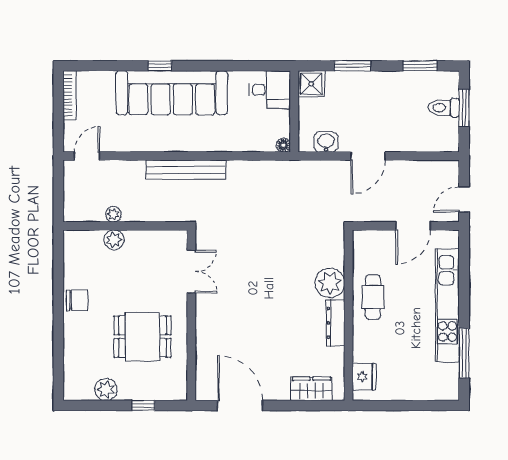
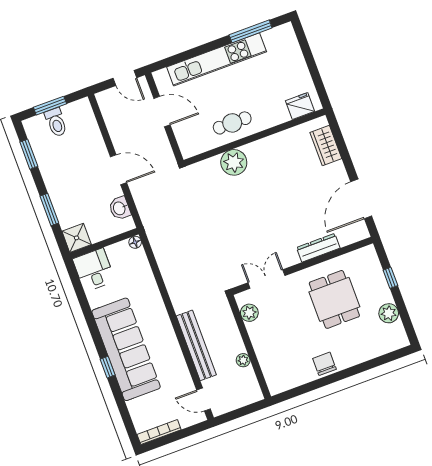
bench: (186, 170) -> (196, 345), moved
plant: (114, 240) -> (249, 313), moved
dresser: (336, 323) -> (318, 248), moved, turned 180

